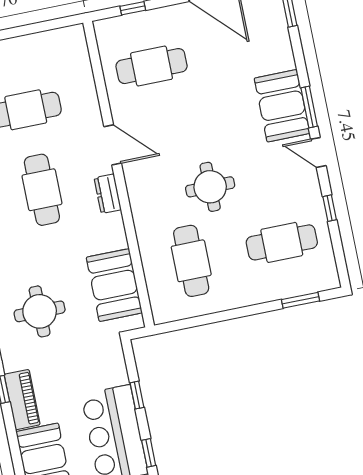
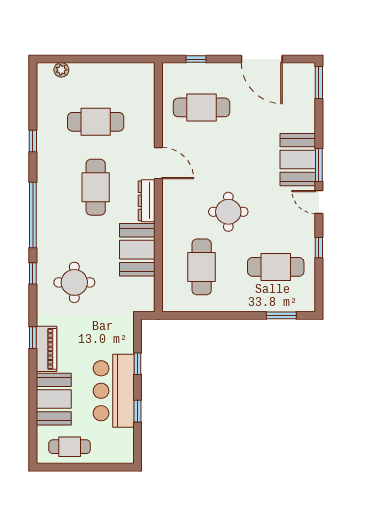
dresser: (108, 194) -> (147, 201), width x1.44
booth: (114, 285) -> (137, 250), moved

